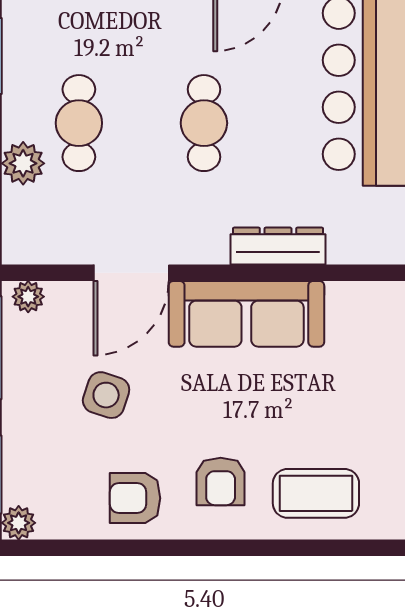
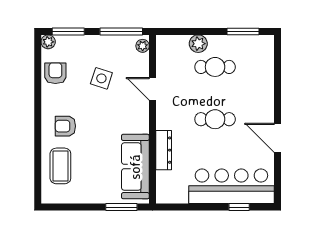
door: (131, 273) -> (153, 89), width x0.73
sofa: (246, 314) -> (135, 167), moved
armchair: (135, 498) -> (55, 73), moved

